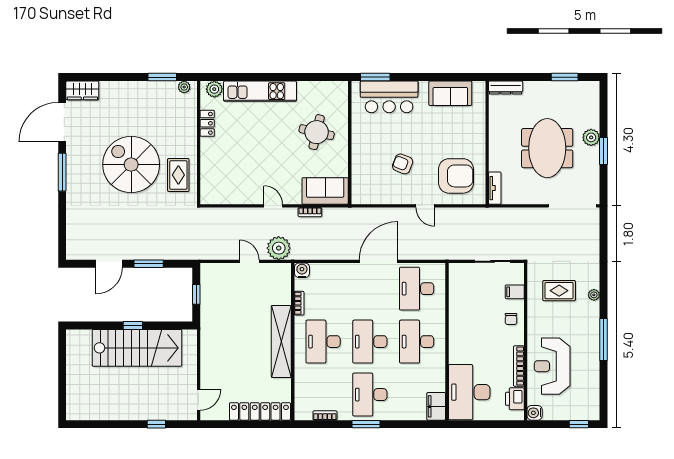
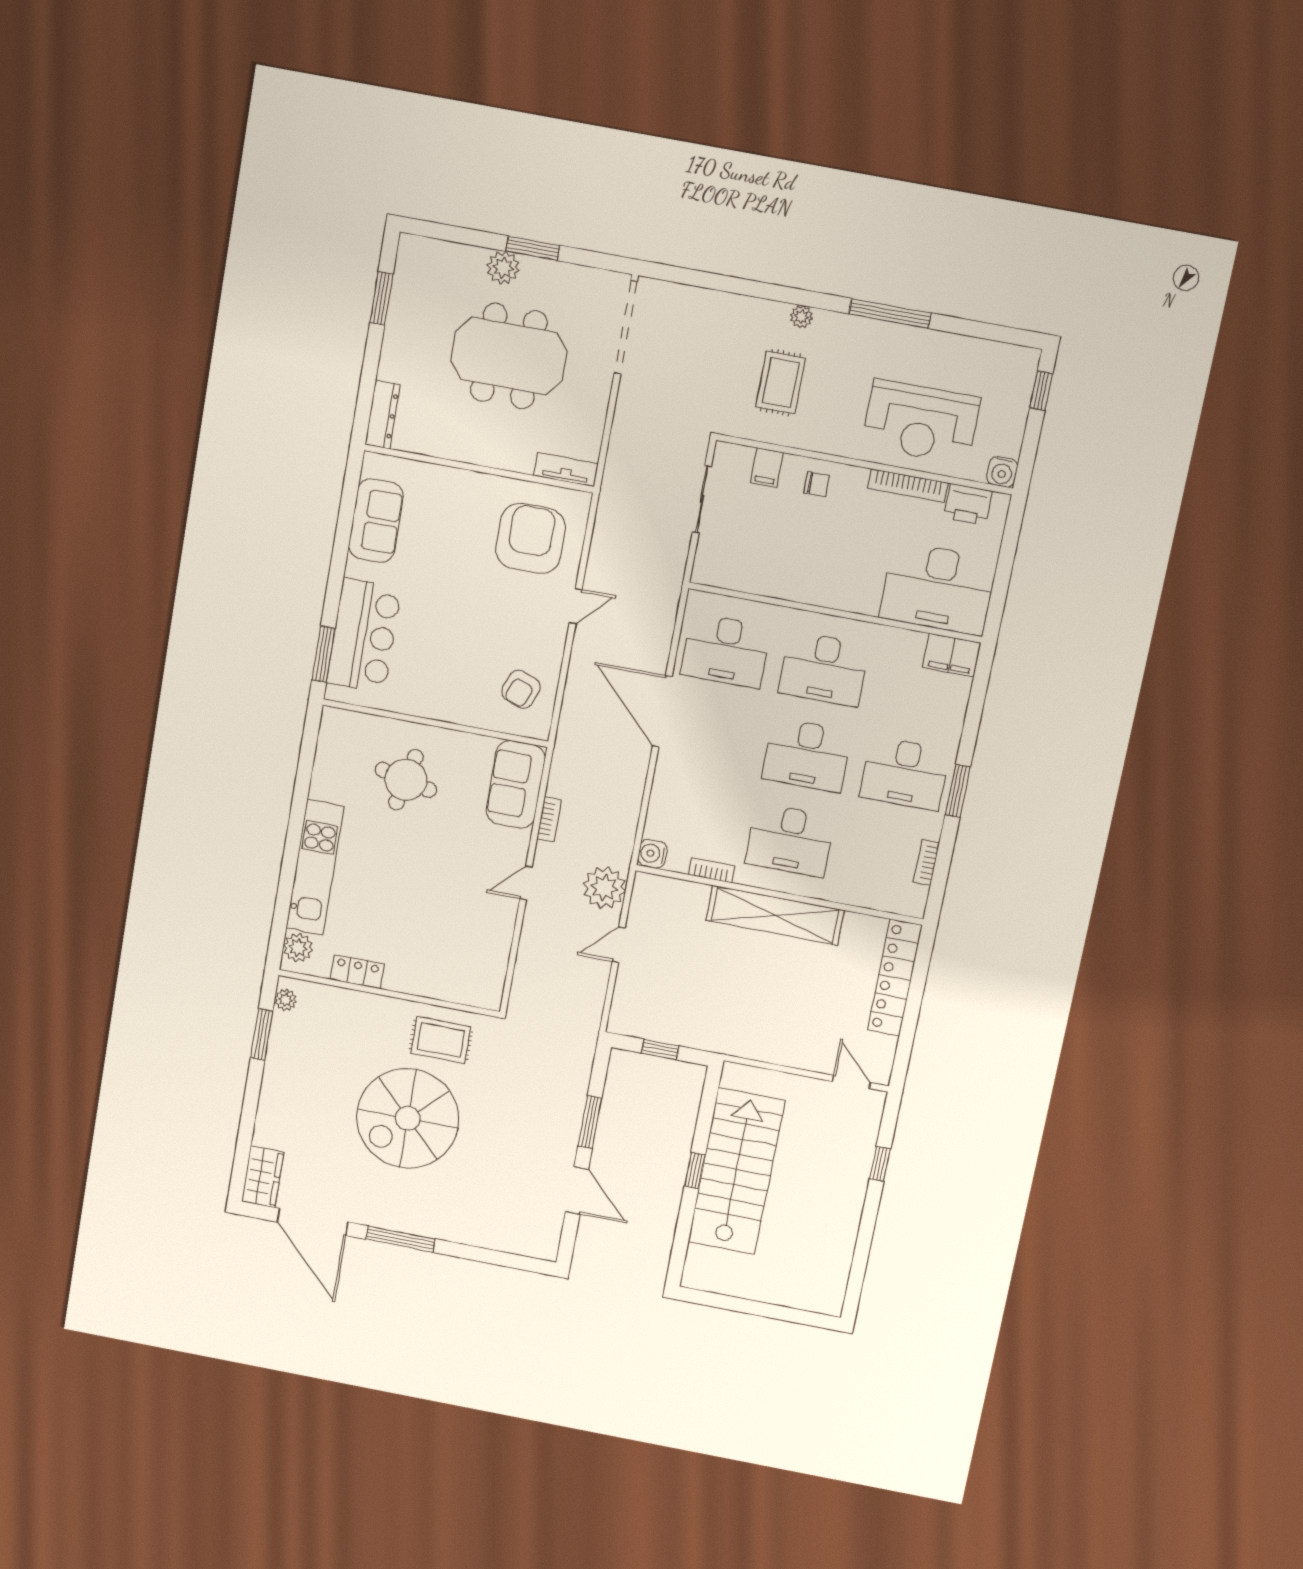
armchair: (403, 164) -> (521, 689), moved

